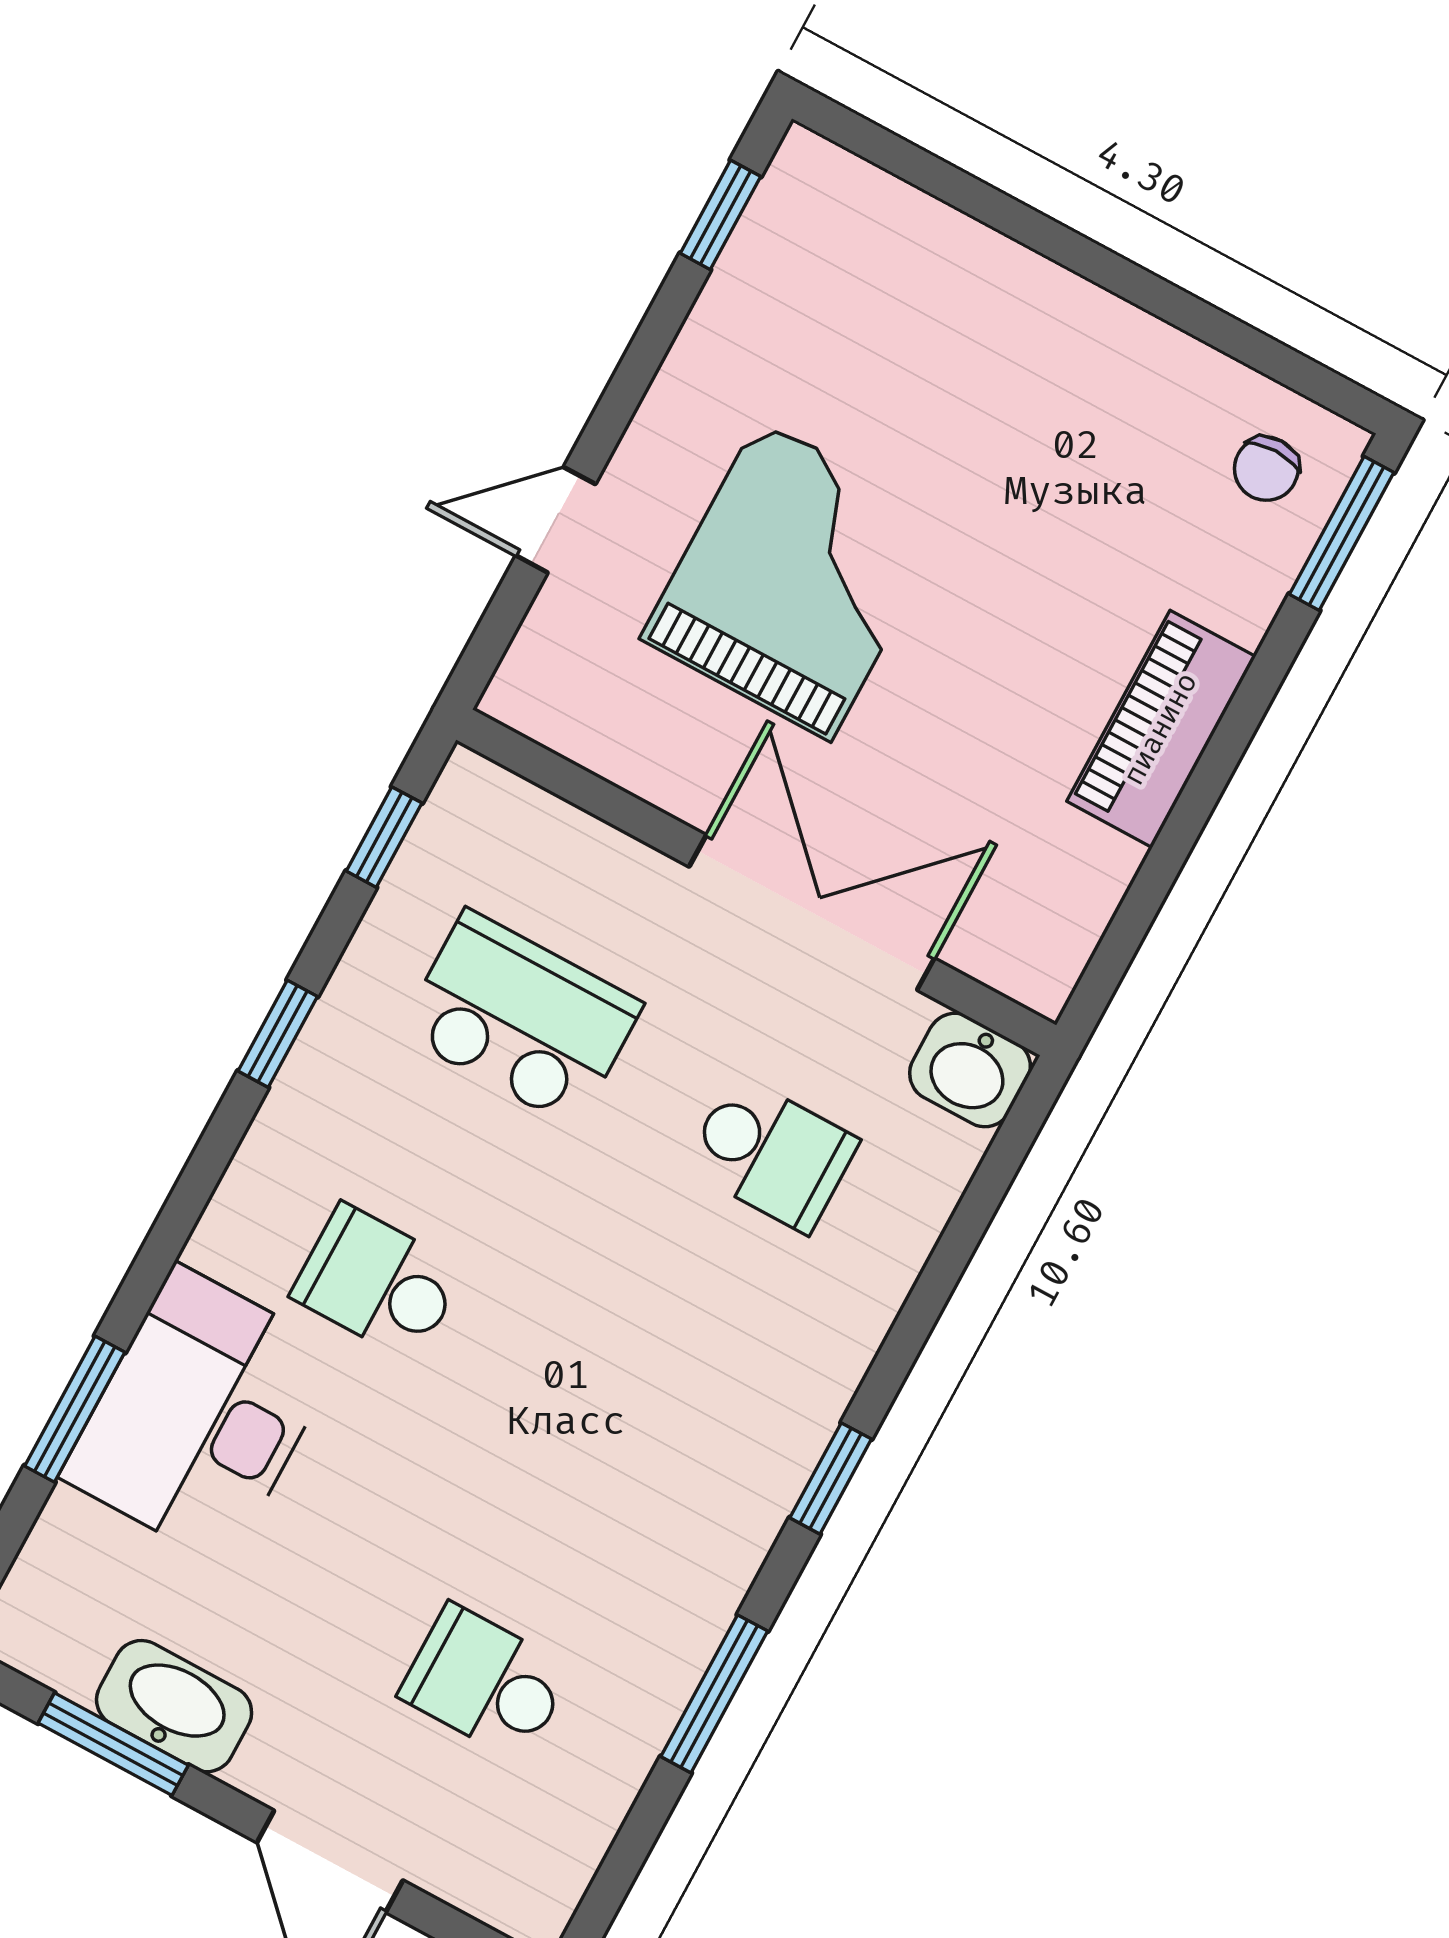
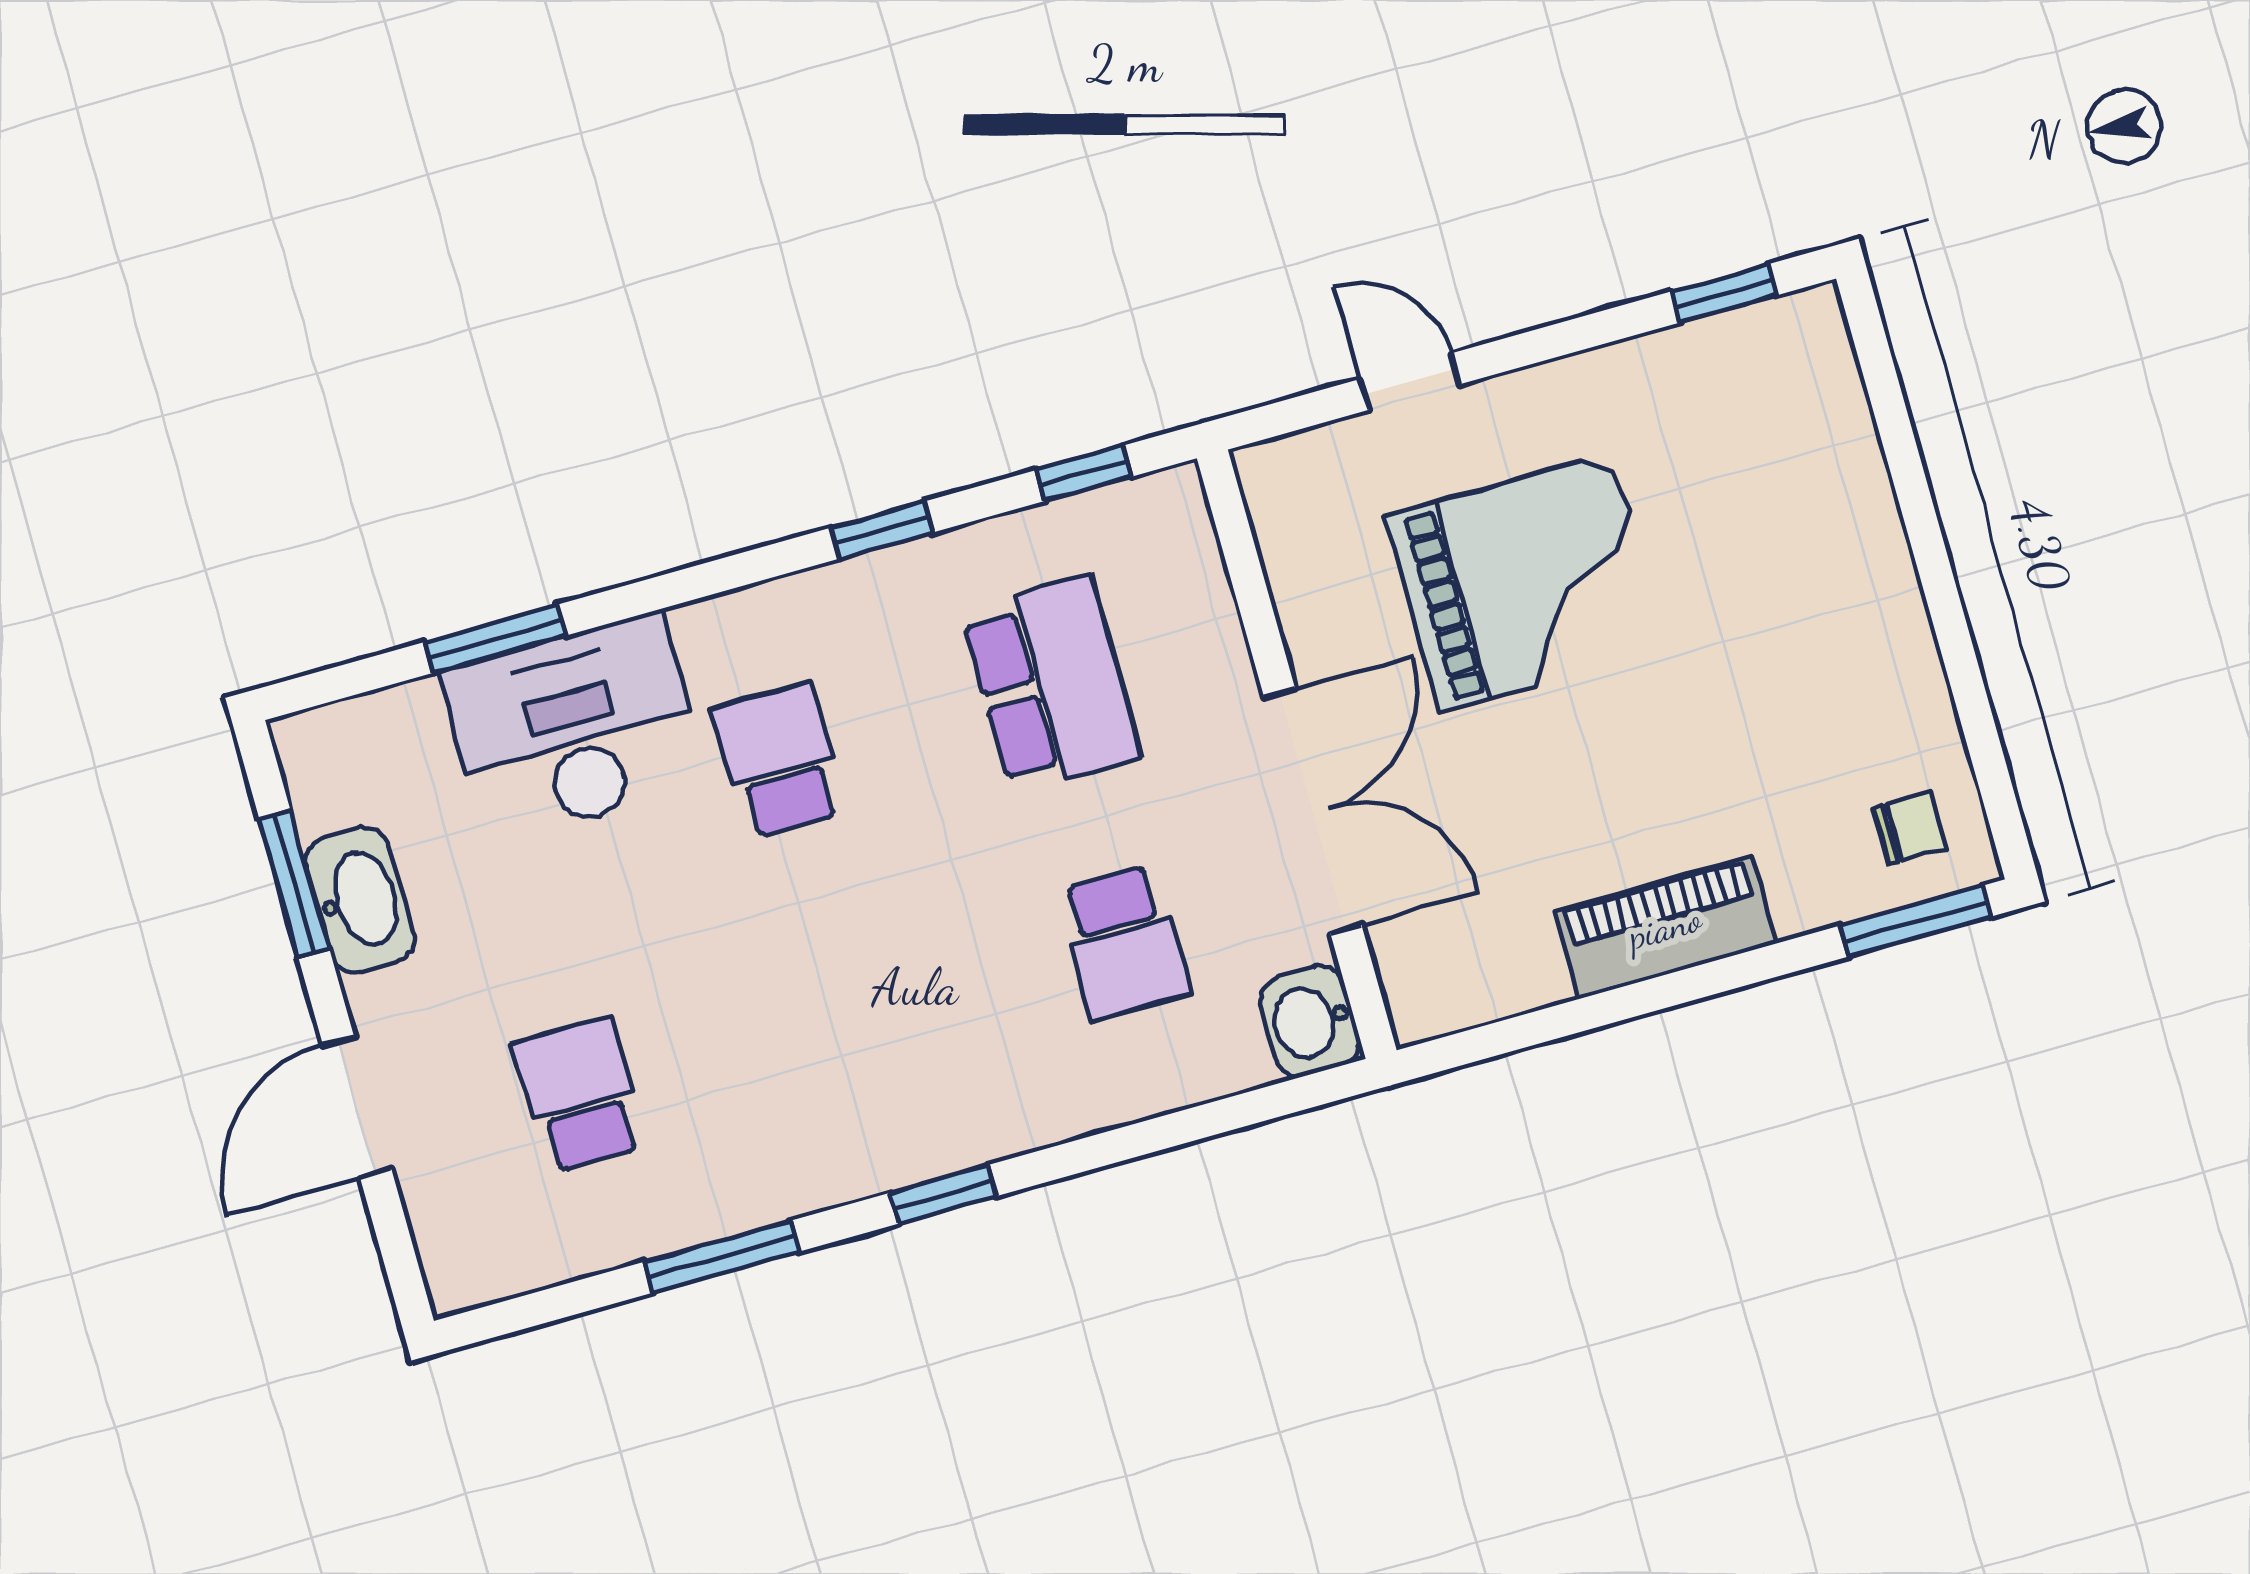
chair: (1266, 469) -> (1910, 828), turned 180

